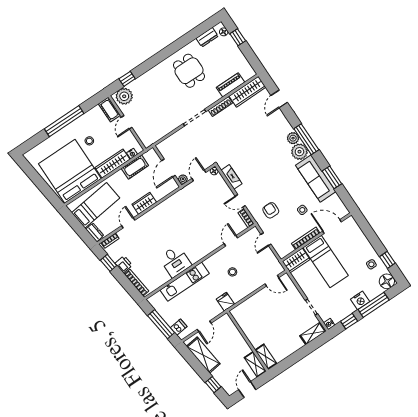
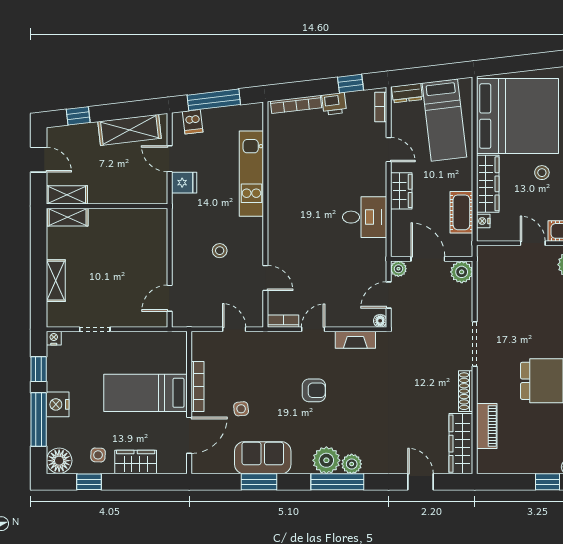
plant: (164, 147) -> (462, 272), added
door: (199, 175) -> (389, 295), swing flipped
sofa: (316, 178) -> (263, 458), width x0.73
armchair: (271, 210) -> (314, 390), moved
wardrobe: (296, 260) -> (136, 462), moved, turned 90
desk: (175, 261) -> (365, 217), moved, turned 180
fridge: (225, 302) -> (184, 183), moved
shelving: (313, 333) -> (56, 281), moved

